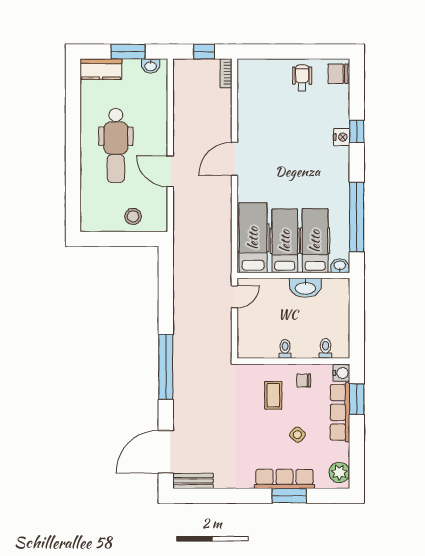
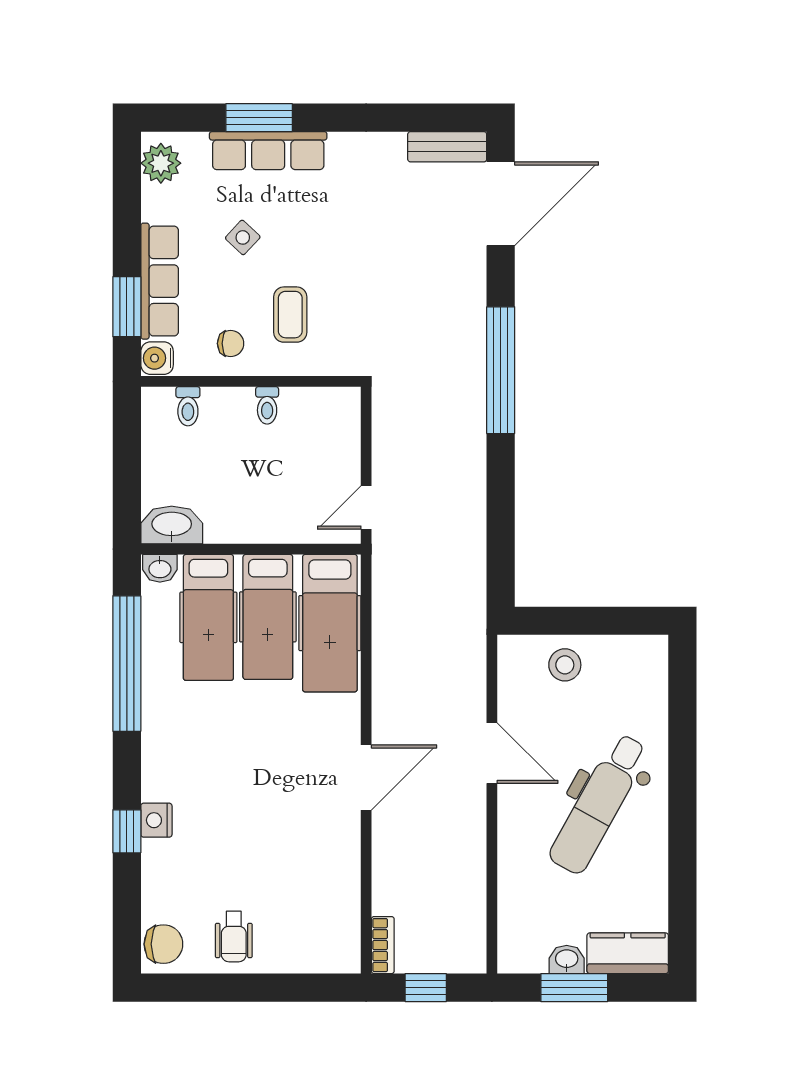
washbasin: (151, 66) -> (567, 959), moved
dental chair: (116, 145) -> (599, 804), turned -151
washbasin: (305, 288) -> (172, 525), moved

